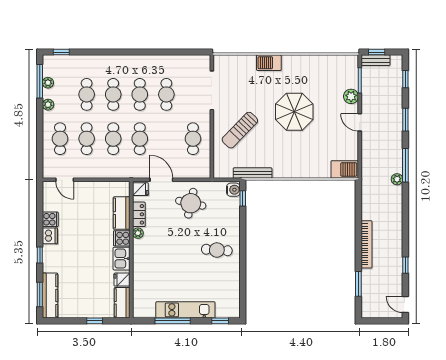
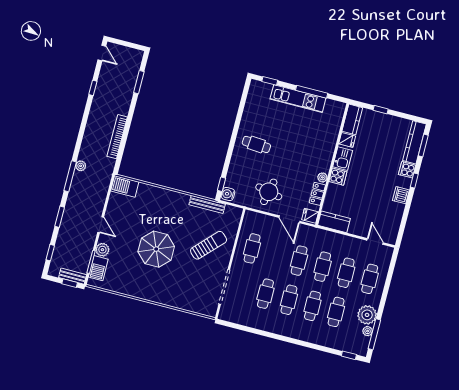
barbecue: (269, 63) -> (98, 268), moved, turned 90
plant: (48, 105) -> (367, 315), width x1.88, depth x1.88
kitchen counter: (122, 213) -> (334, 222), moved, turned -90
cooker: (50, 219) -> (407, 170), moved
bookcase: (366, 244) -> (117, 137), moved

